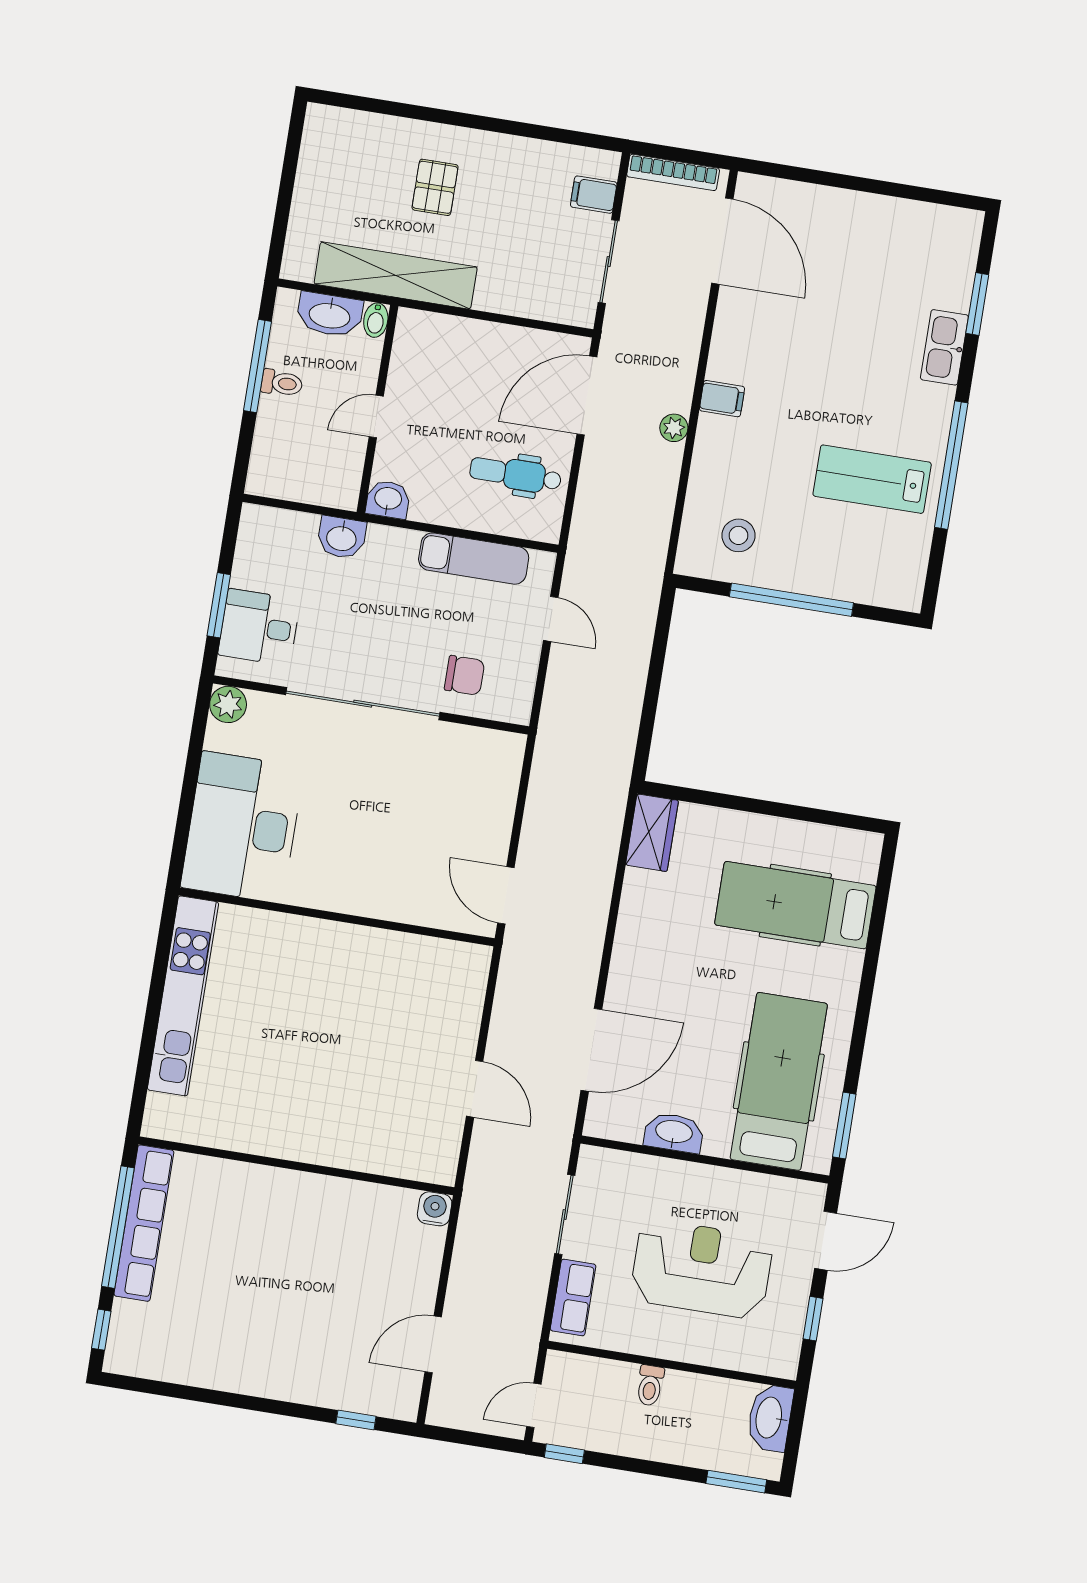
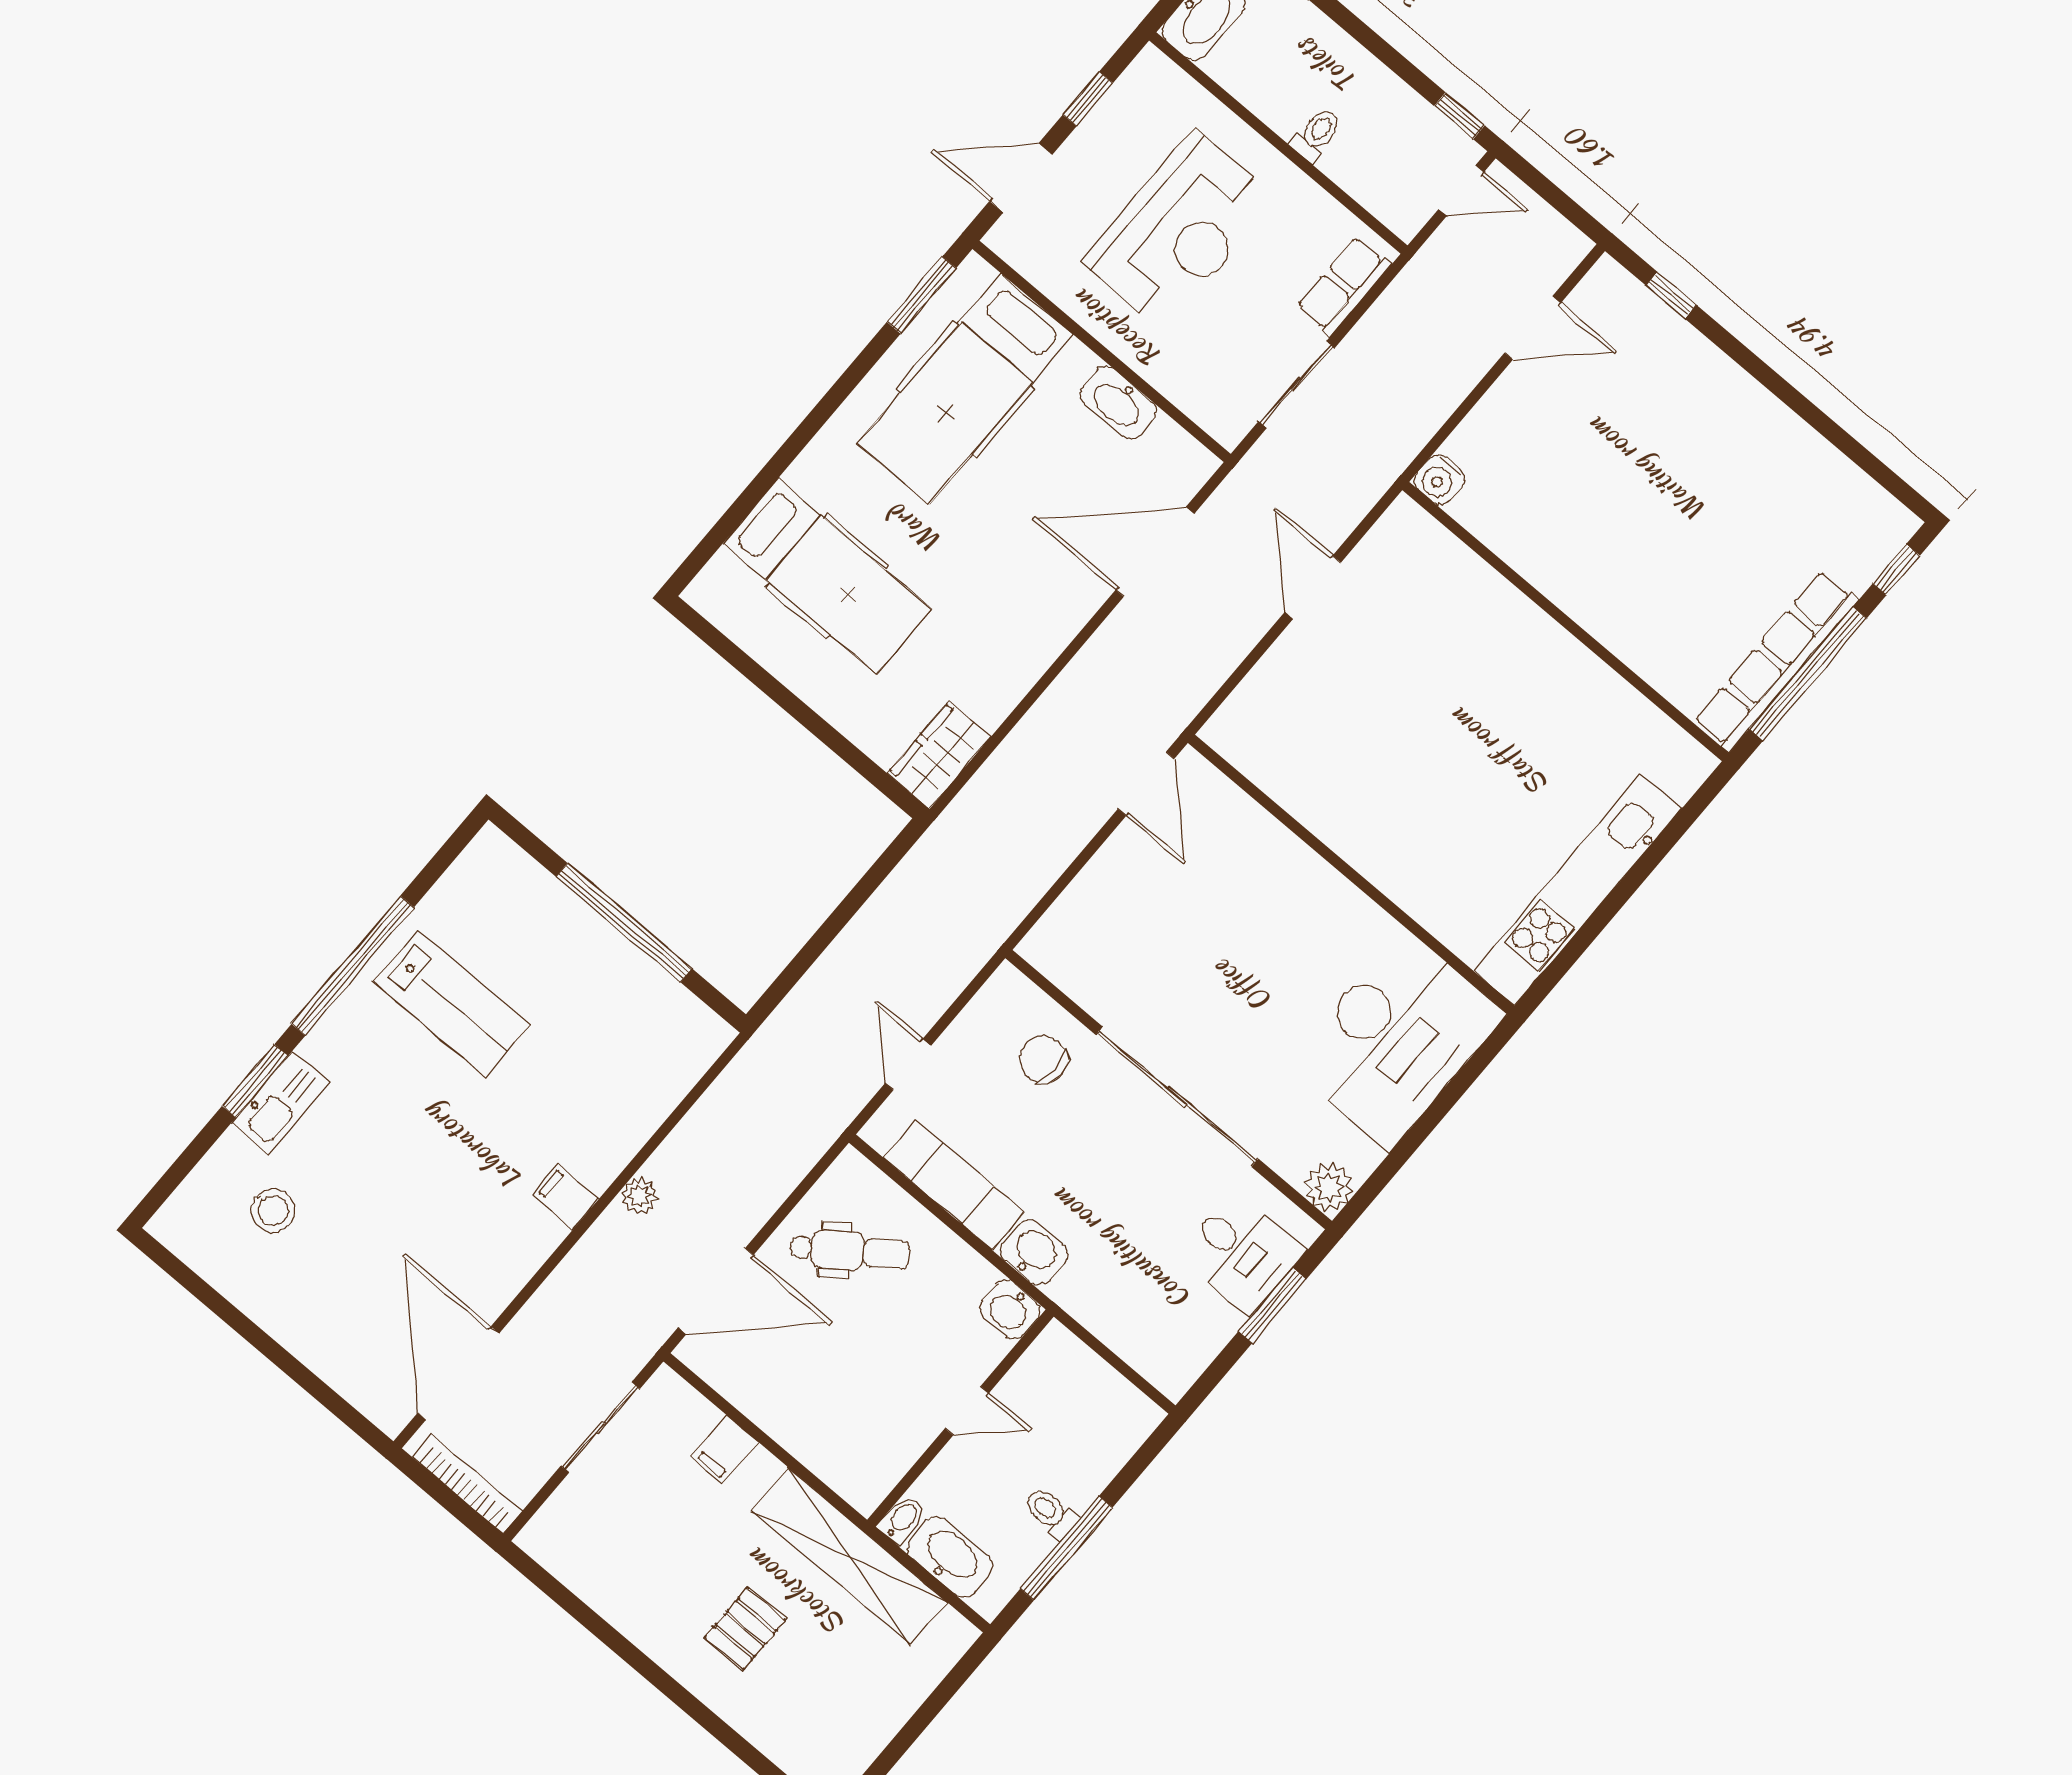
filing cabinet: (594, 195) -> (724, 1450), moved, turned 90
window: (977, 304) -> (255, 1081), moved
dental chair: (515, 474) -> (850, 1251), turned -36
stool: (739, 535) -> (273, 1211), moved
washbasin: (342, 537) -> (1034, 1252), moved
reception desk: (702, 1269) -> (1180, 230), turned -90

